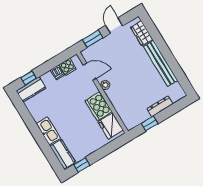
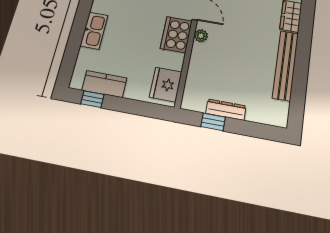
cooker: (99, 106) -> (176, 35), moved
dresser: (160, 106) -> (226, 110), moved
kitchen counter: (63, 154) -> (104, 84), moved, turned -90

